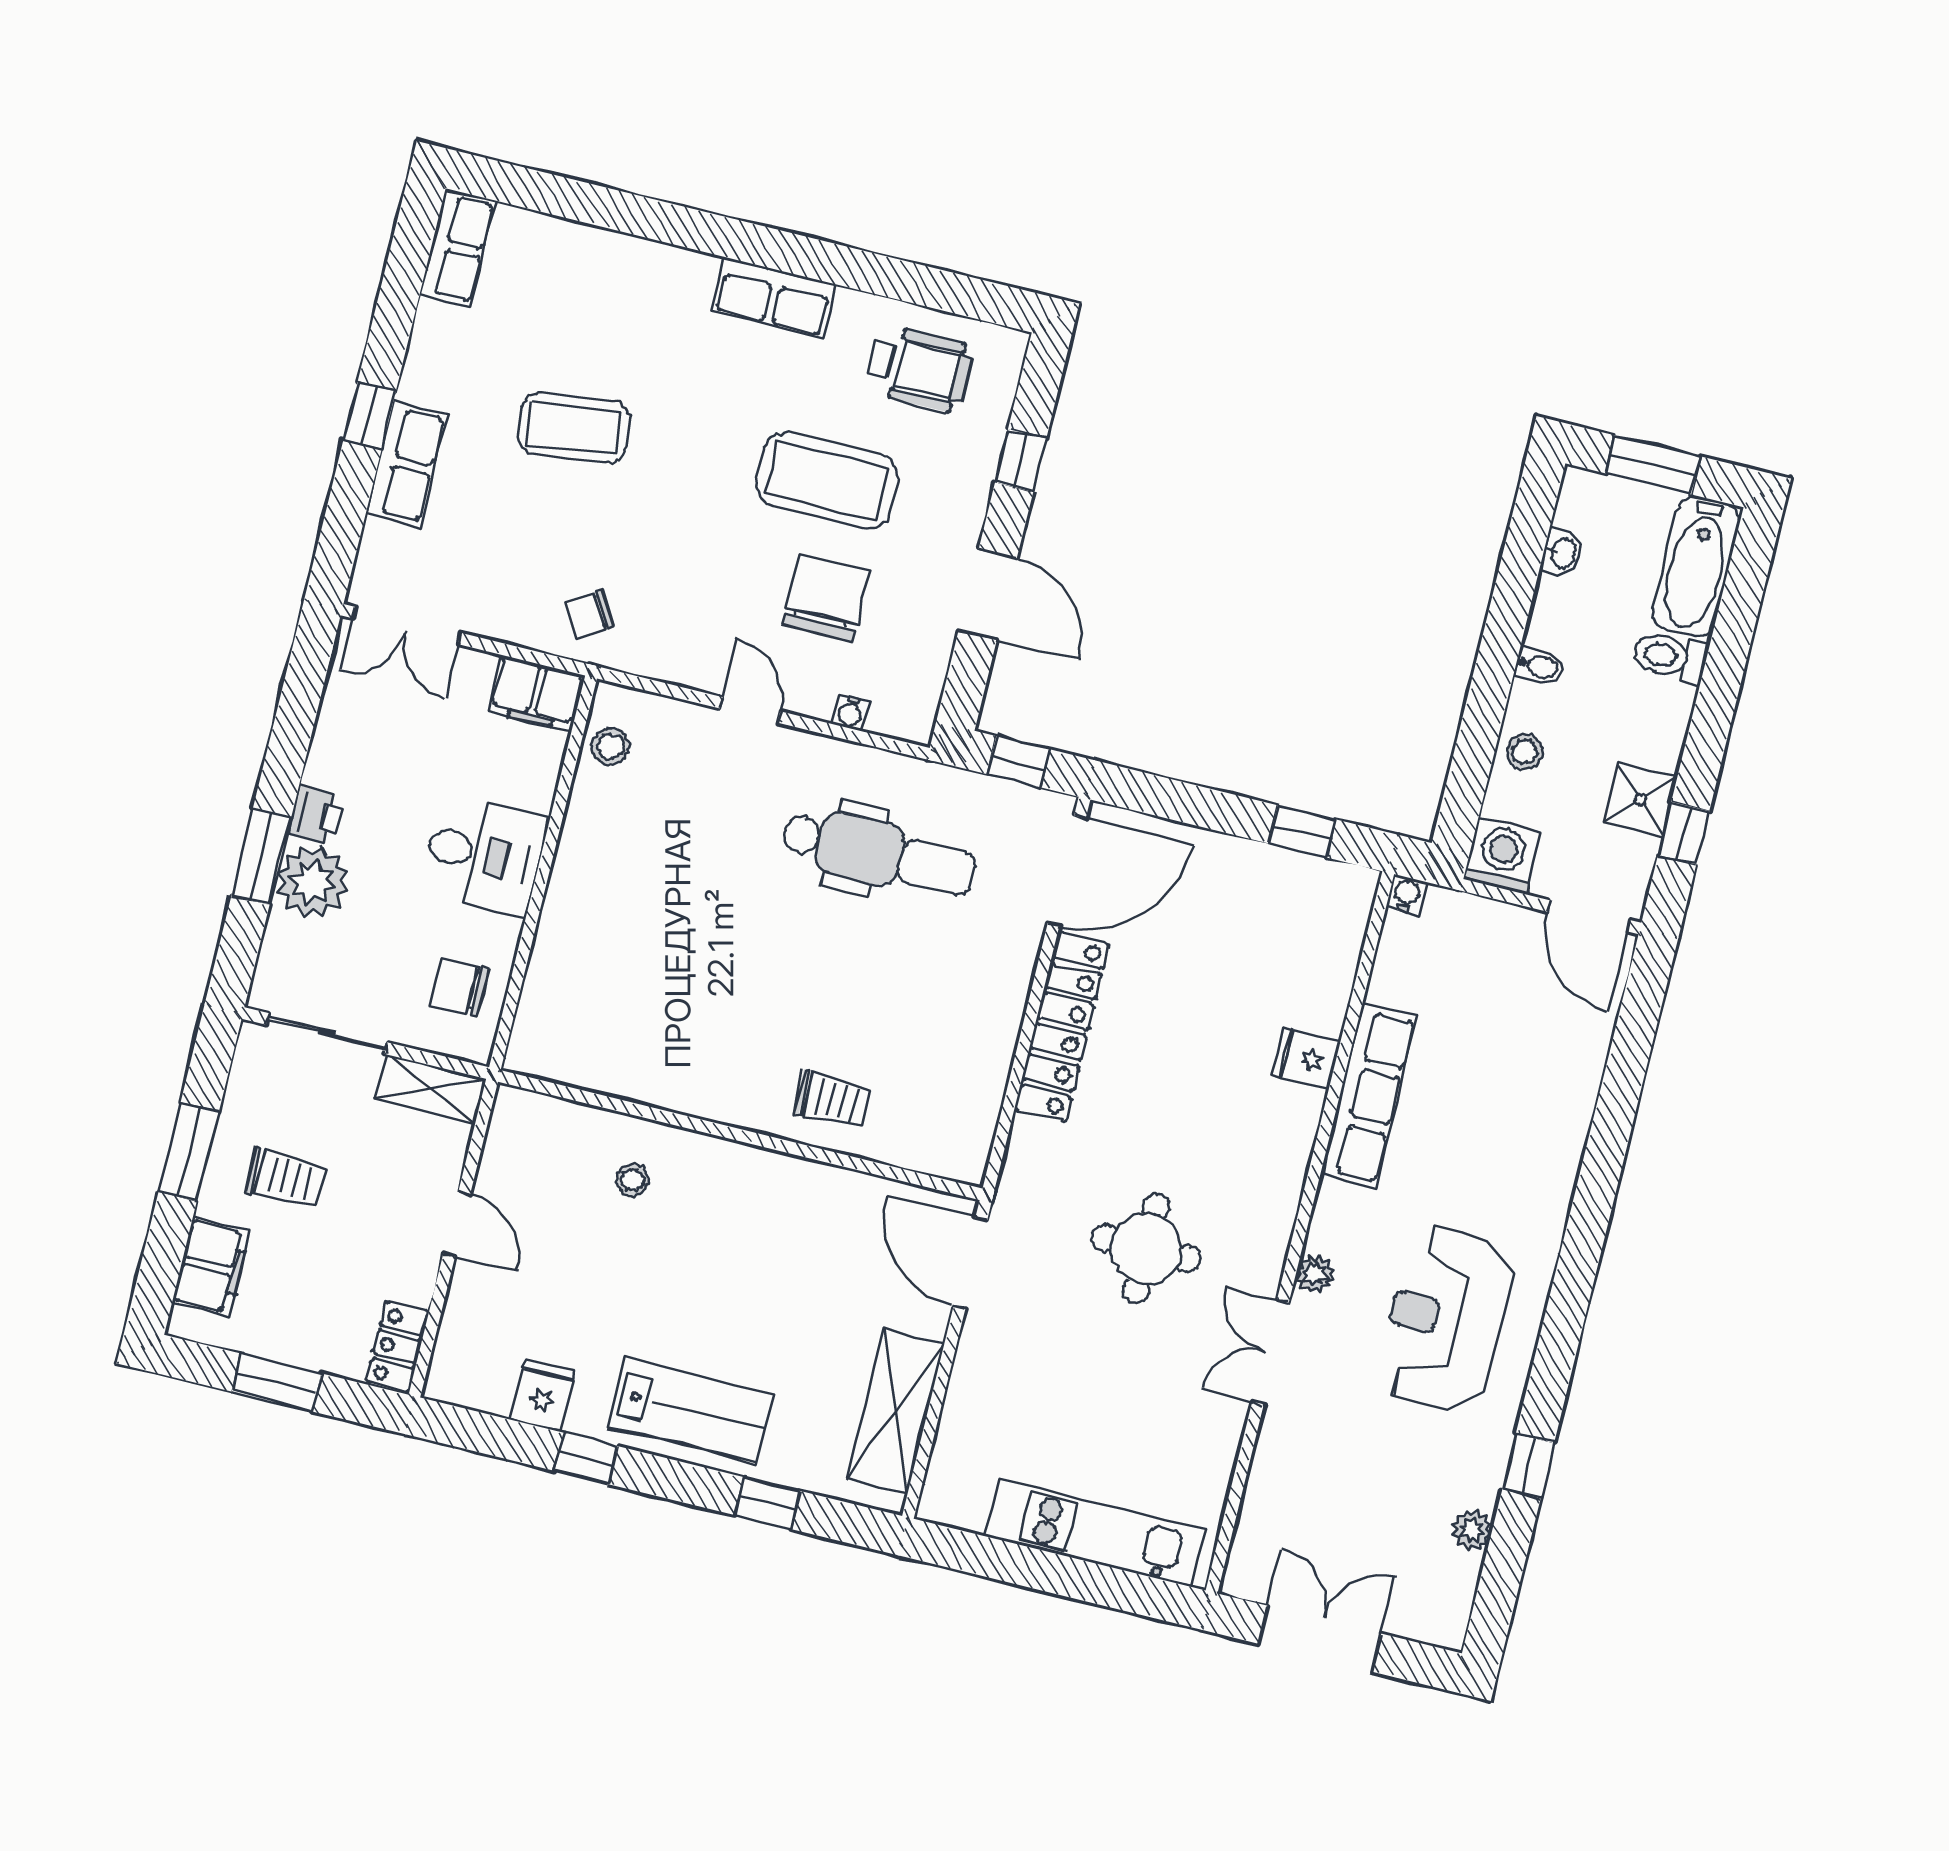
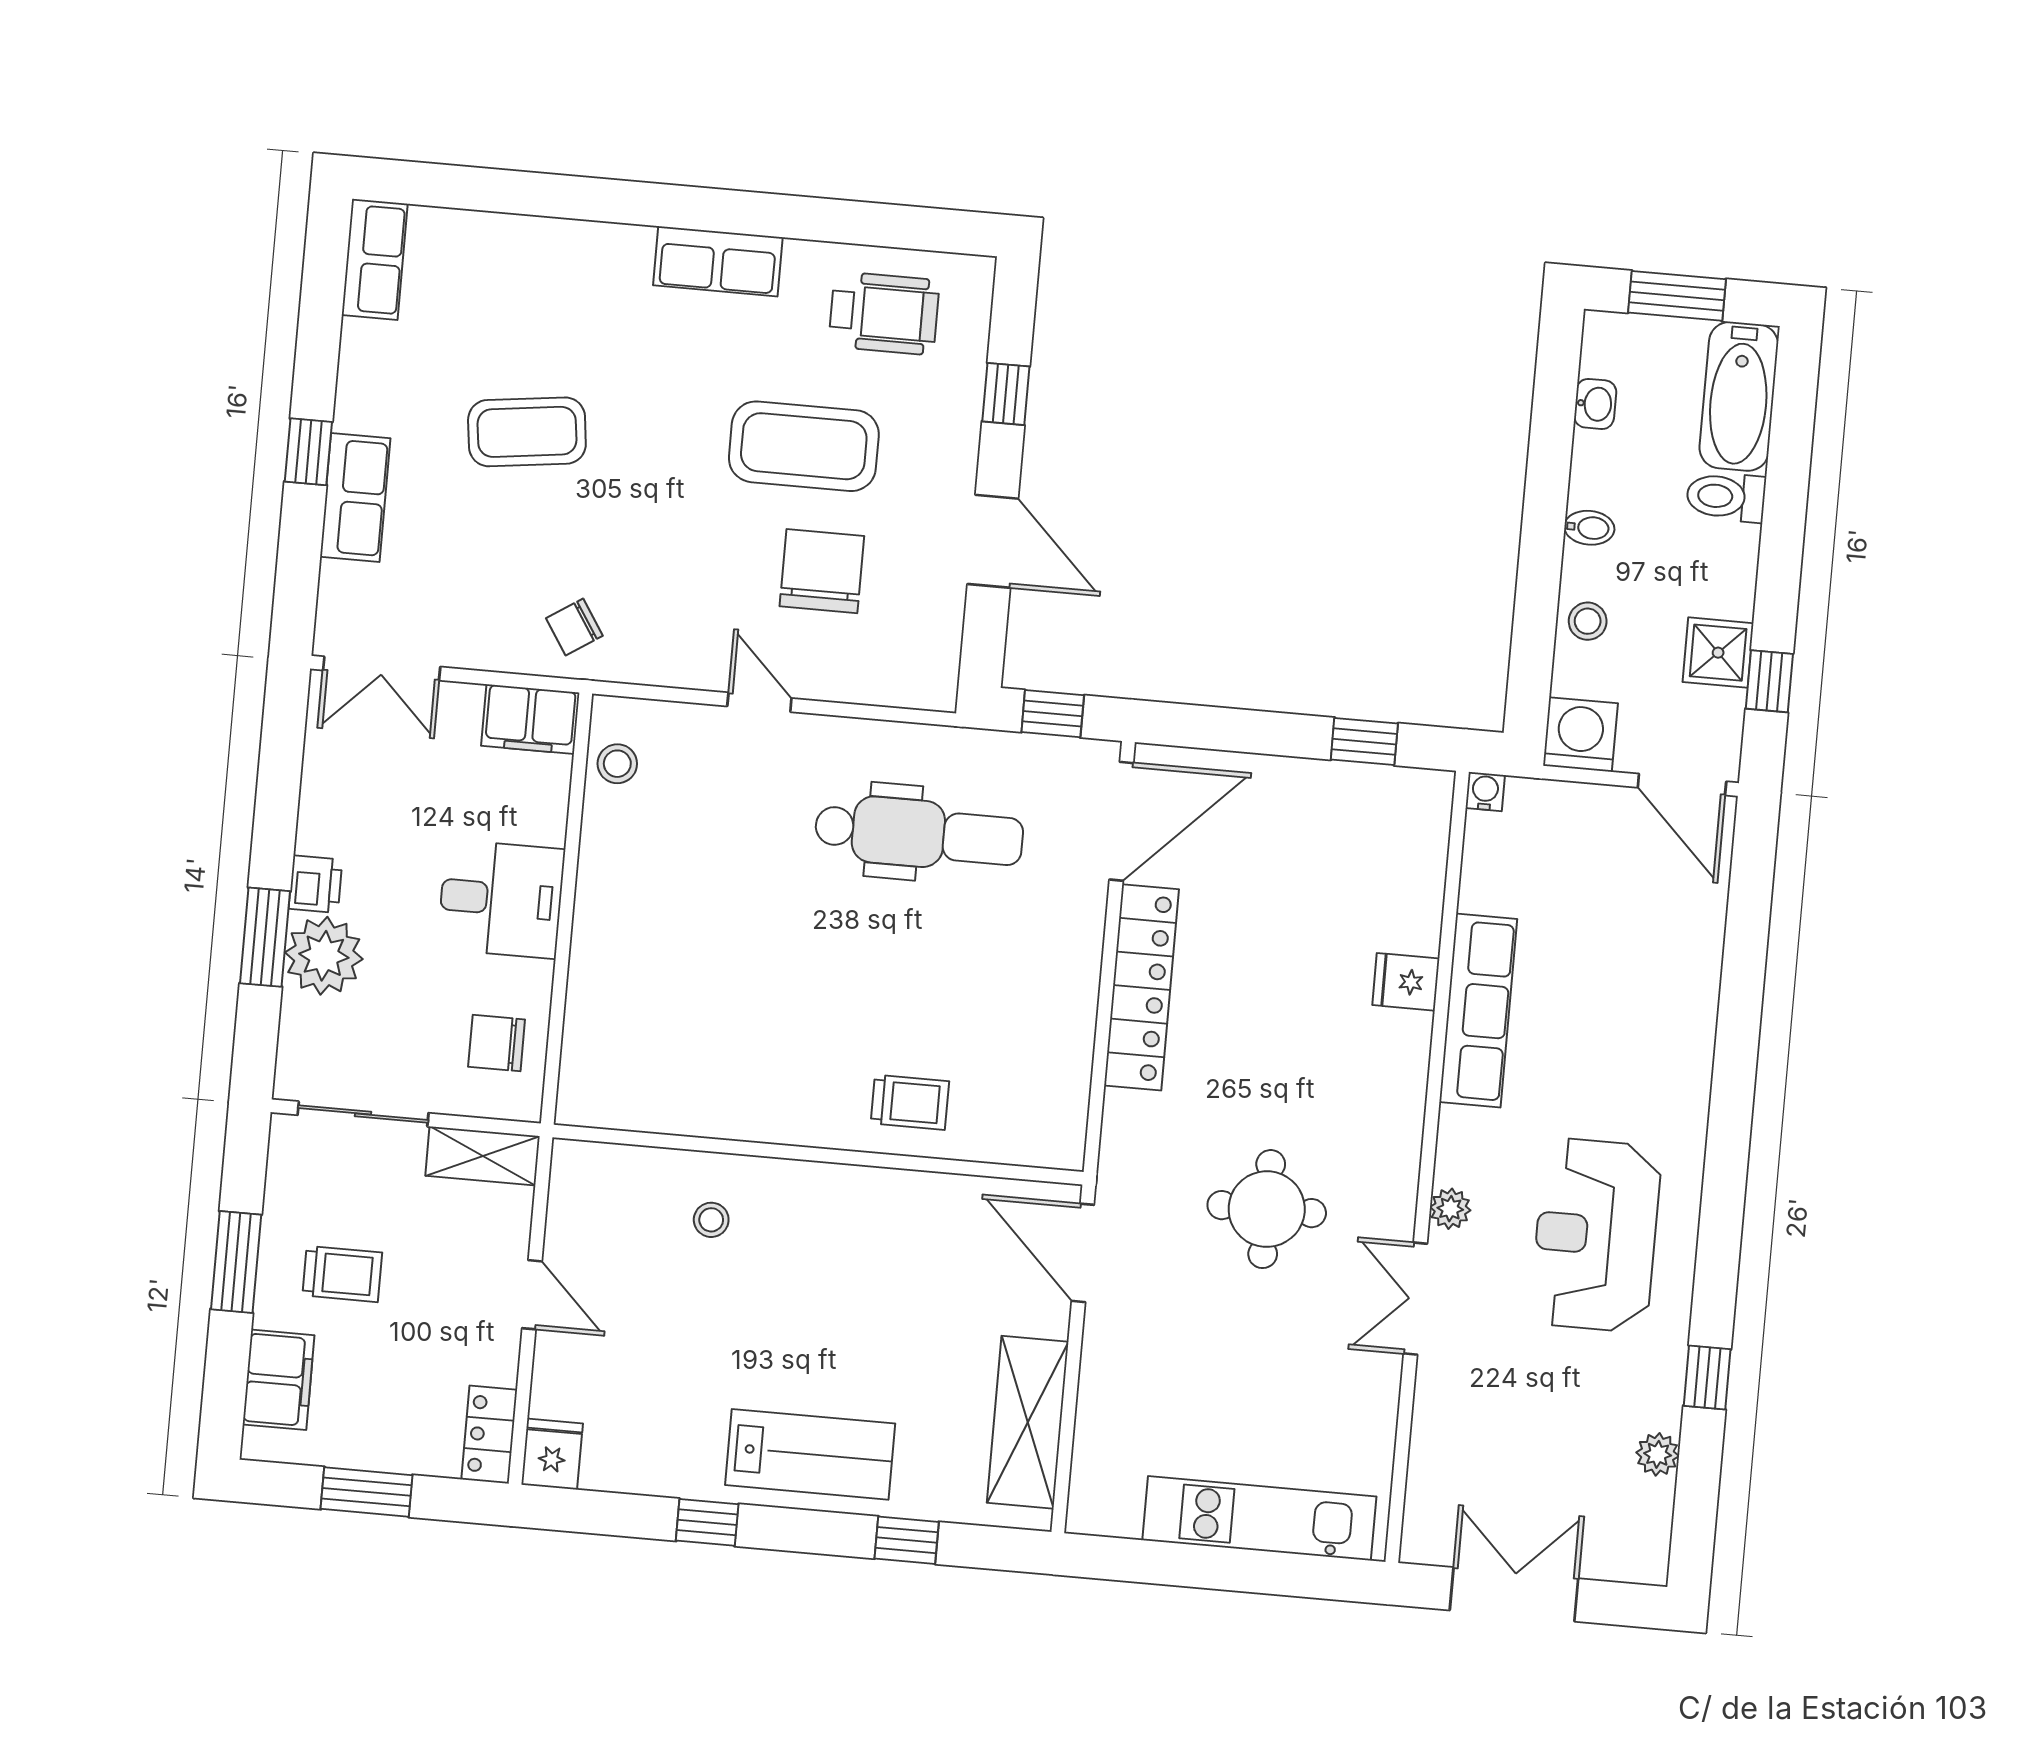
water cooler: (850, 712) -> (866, 689), removed
fridge: (543, 1396) -> (552, 1454), moved

